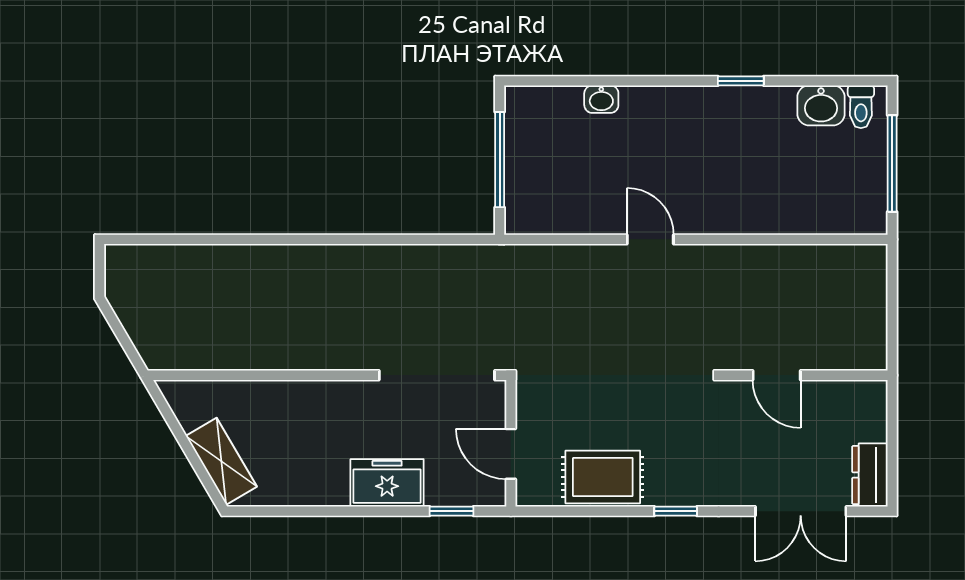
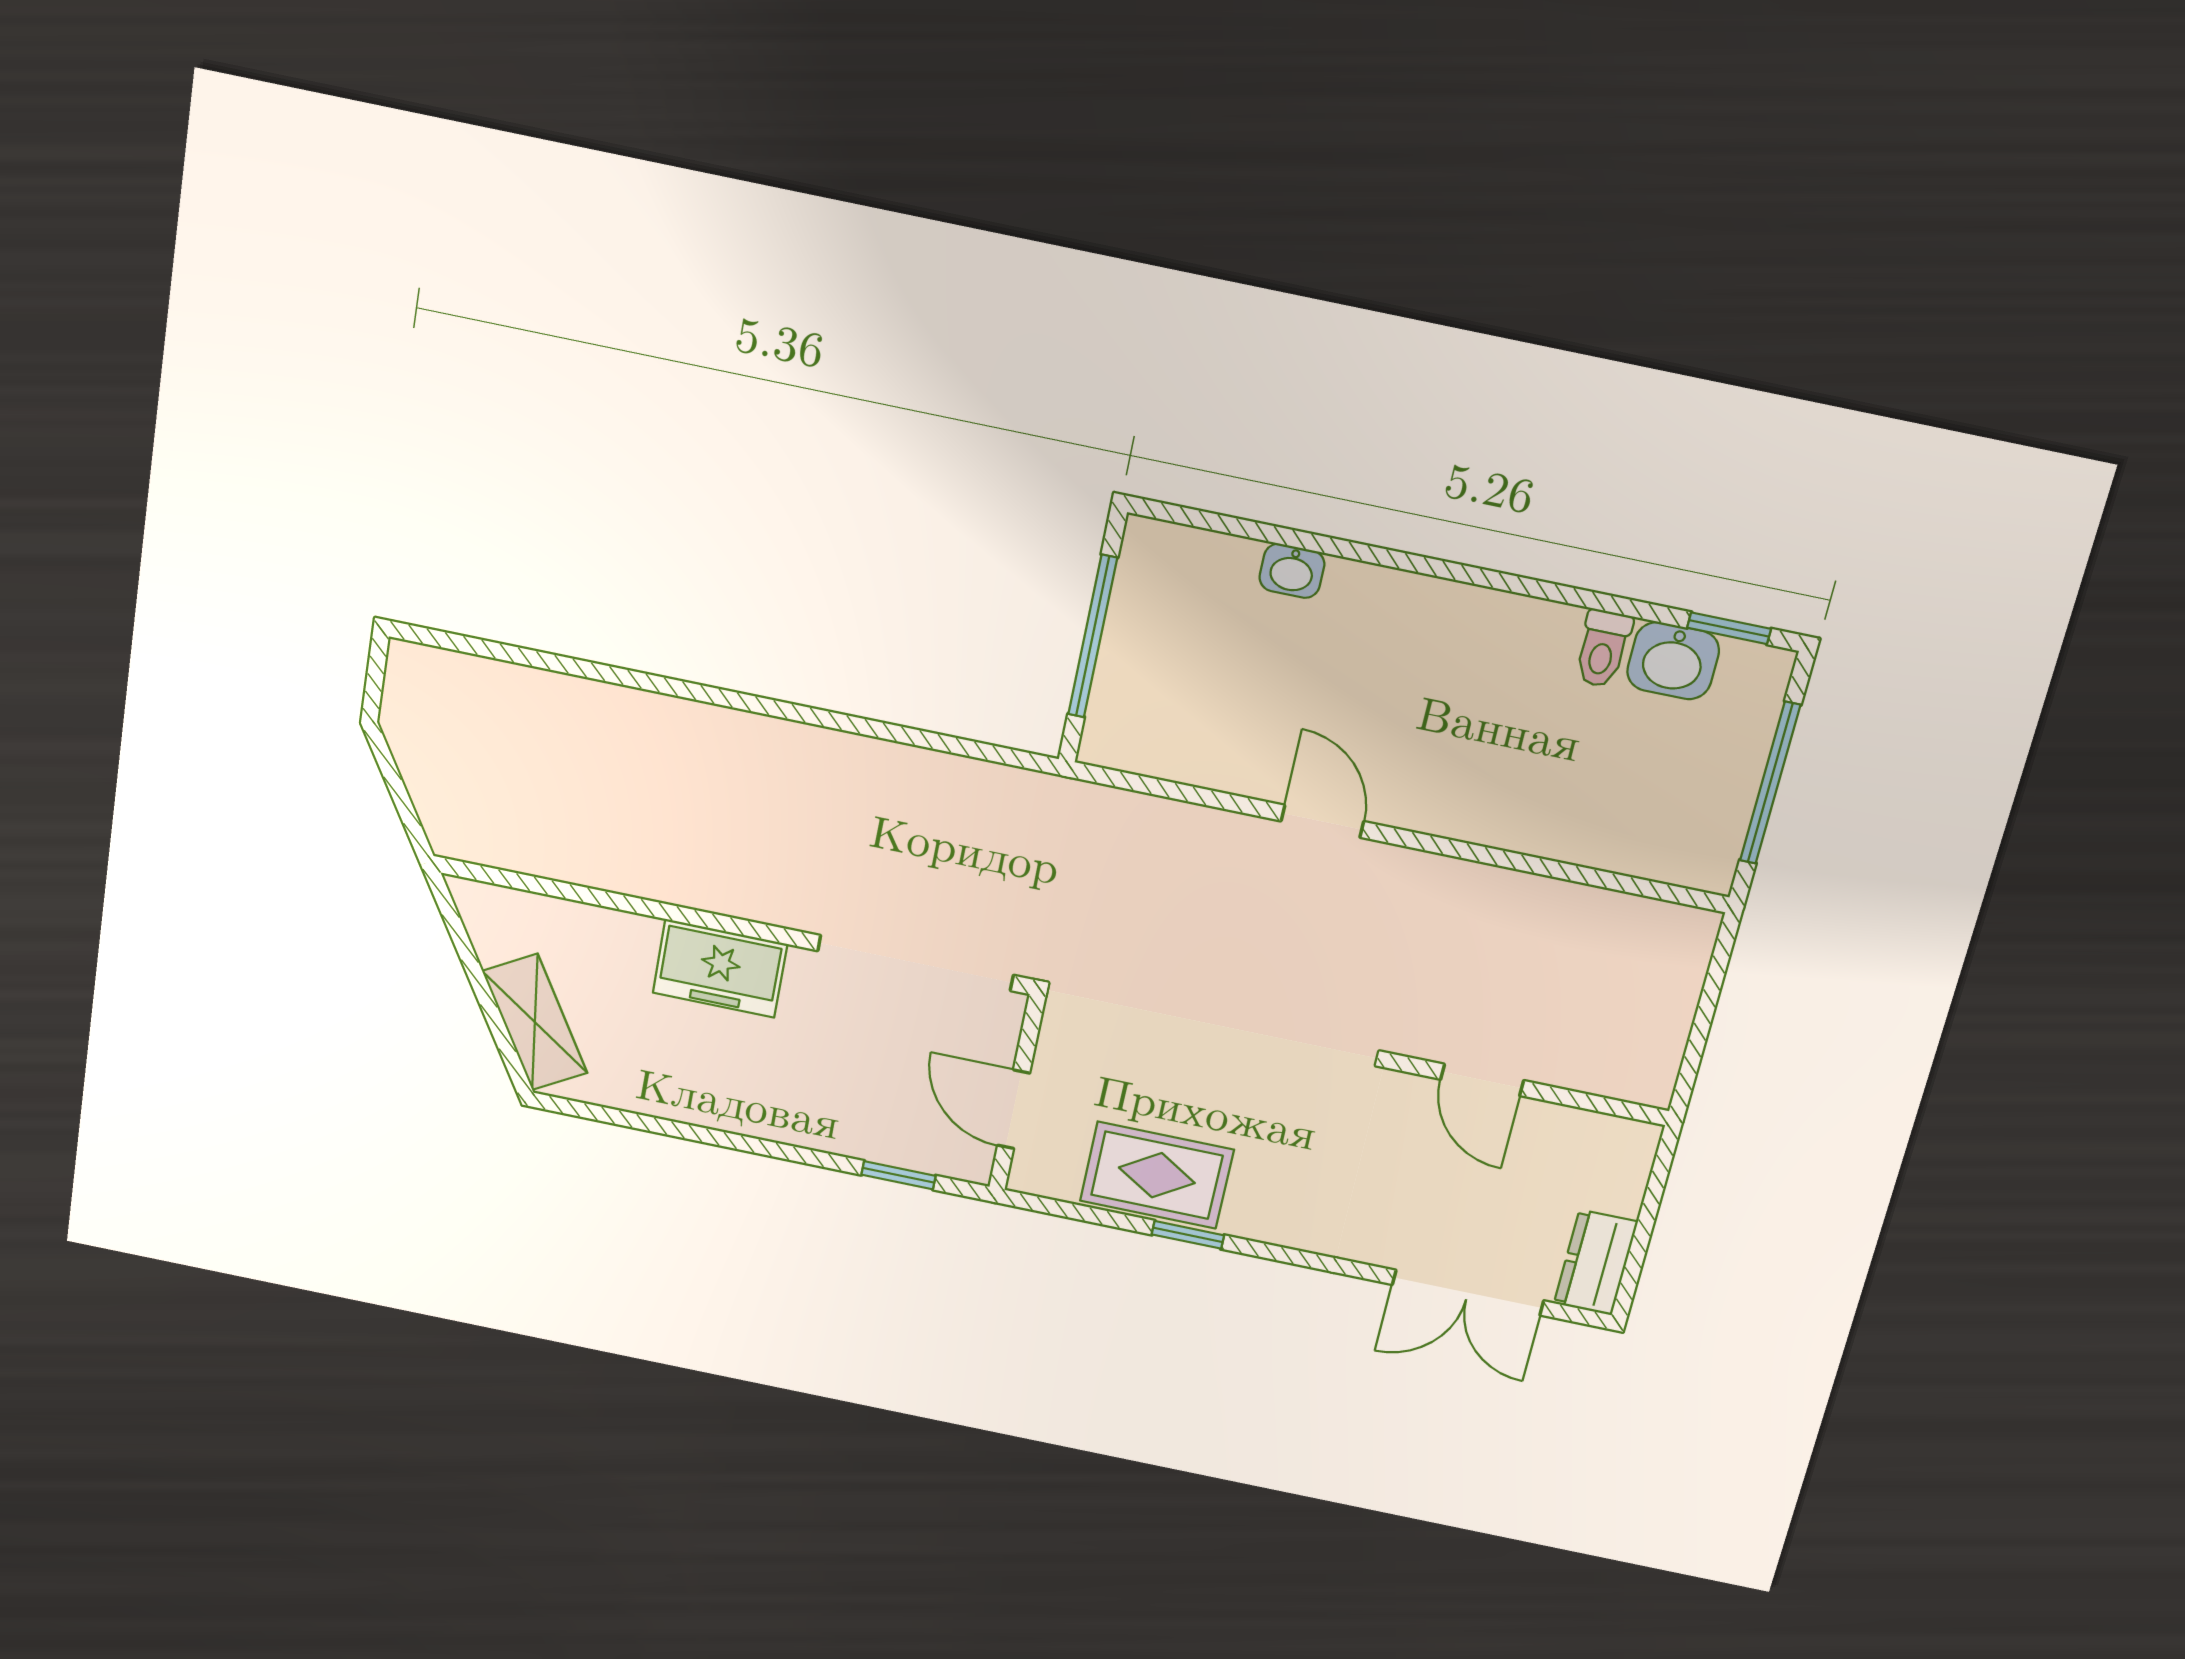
window: (741, 81) -> (1729, 628), moved
toilet: (861, 107) -> (1603, 649), moved
freezer: (387, 483) -> (720, 968), moved, turned 180
window: (676, 511) -> (1188, 1235), moved

